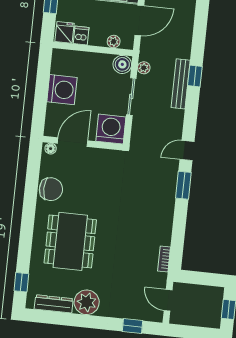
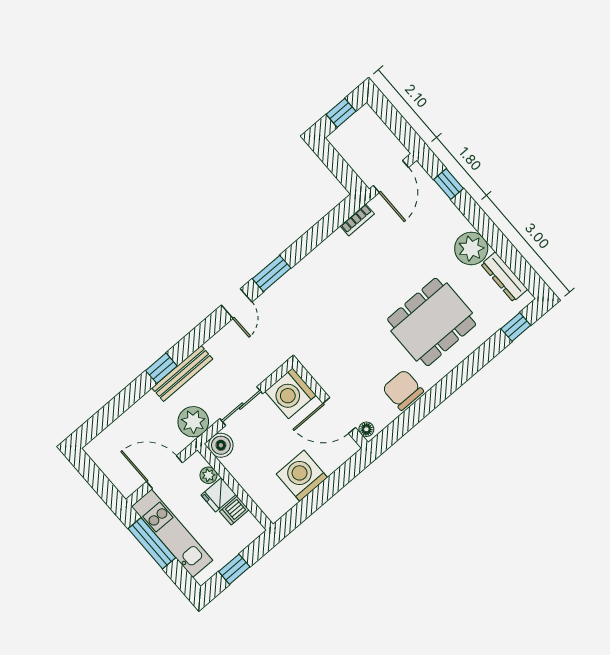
fridge: (65, 32) -> (218, 495), moved
plant: (144, 68) -> (193, 422), width x1.88, depth x1.88
door: (187, 150) -> (237, 304), hinge flipped
door: (168, 300) -> (391, 176), width x1.38

